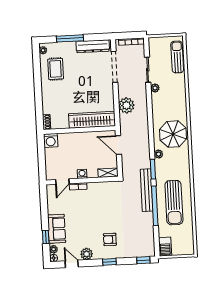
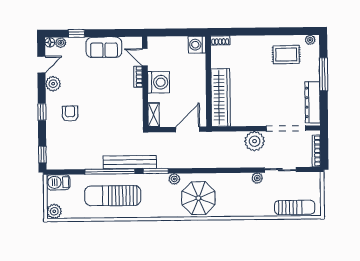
plant: (126, 105) -> (255, 141), moved
washing machine: (82, 174) -> (159, 82), width x1.89, depth x1.89
sofa: (57, 229) -> (104, 47), moved
plant: (188, 249) -> (54, 211), added

